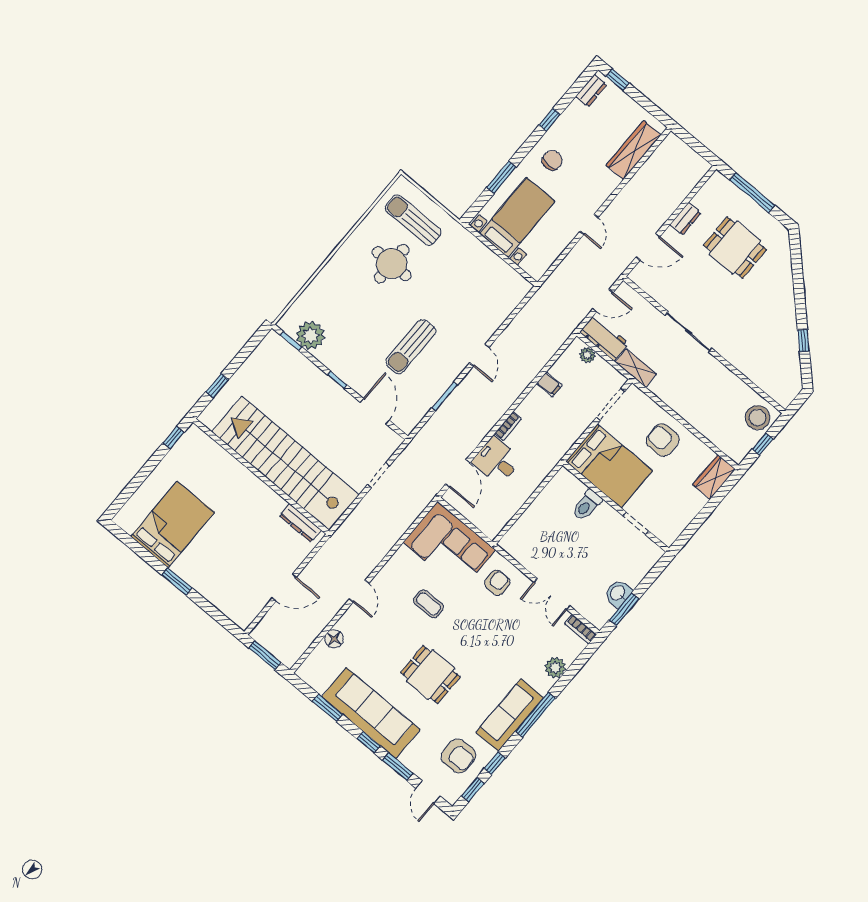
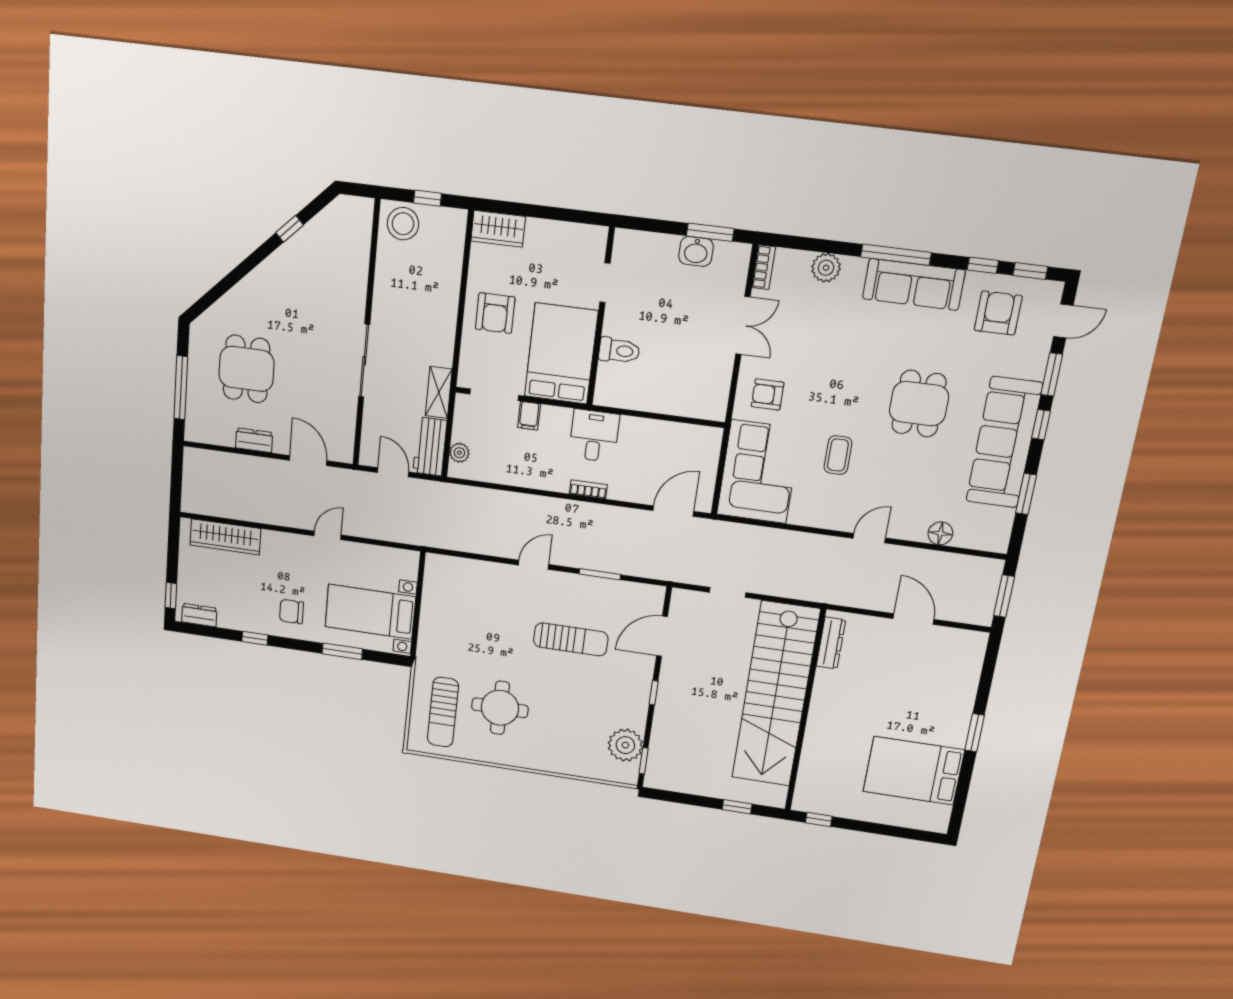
filing cabinet: (549, 384) -> (529, 416), moved, turned 180
desk: (497, 461) -> (594, 436), moved, turned 180

